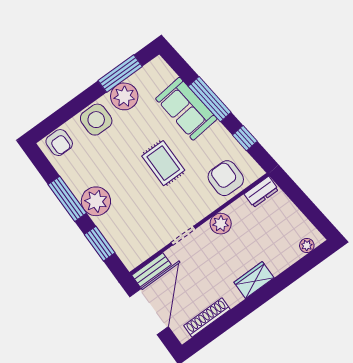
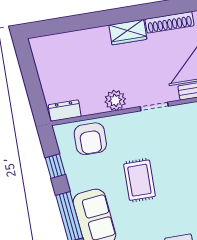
plant: (307, 246) -> (48, 42), removed
wardrobe: (254, 280) -> (128, 32), moved

